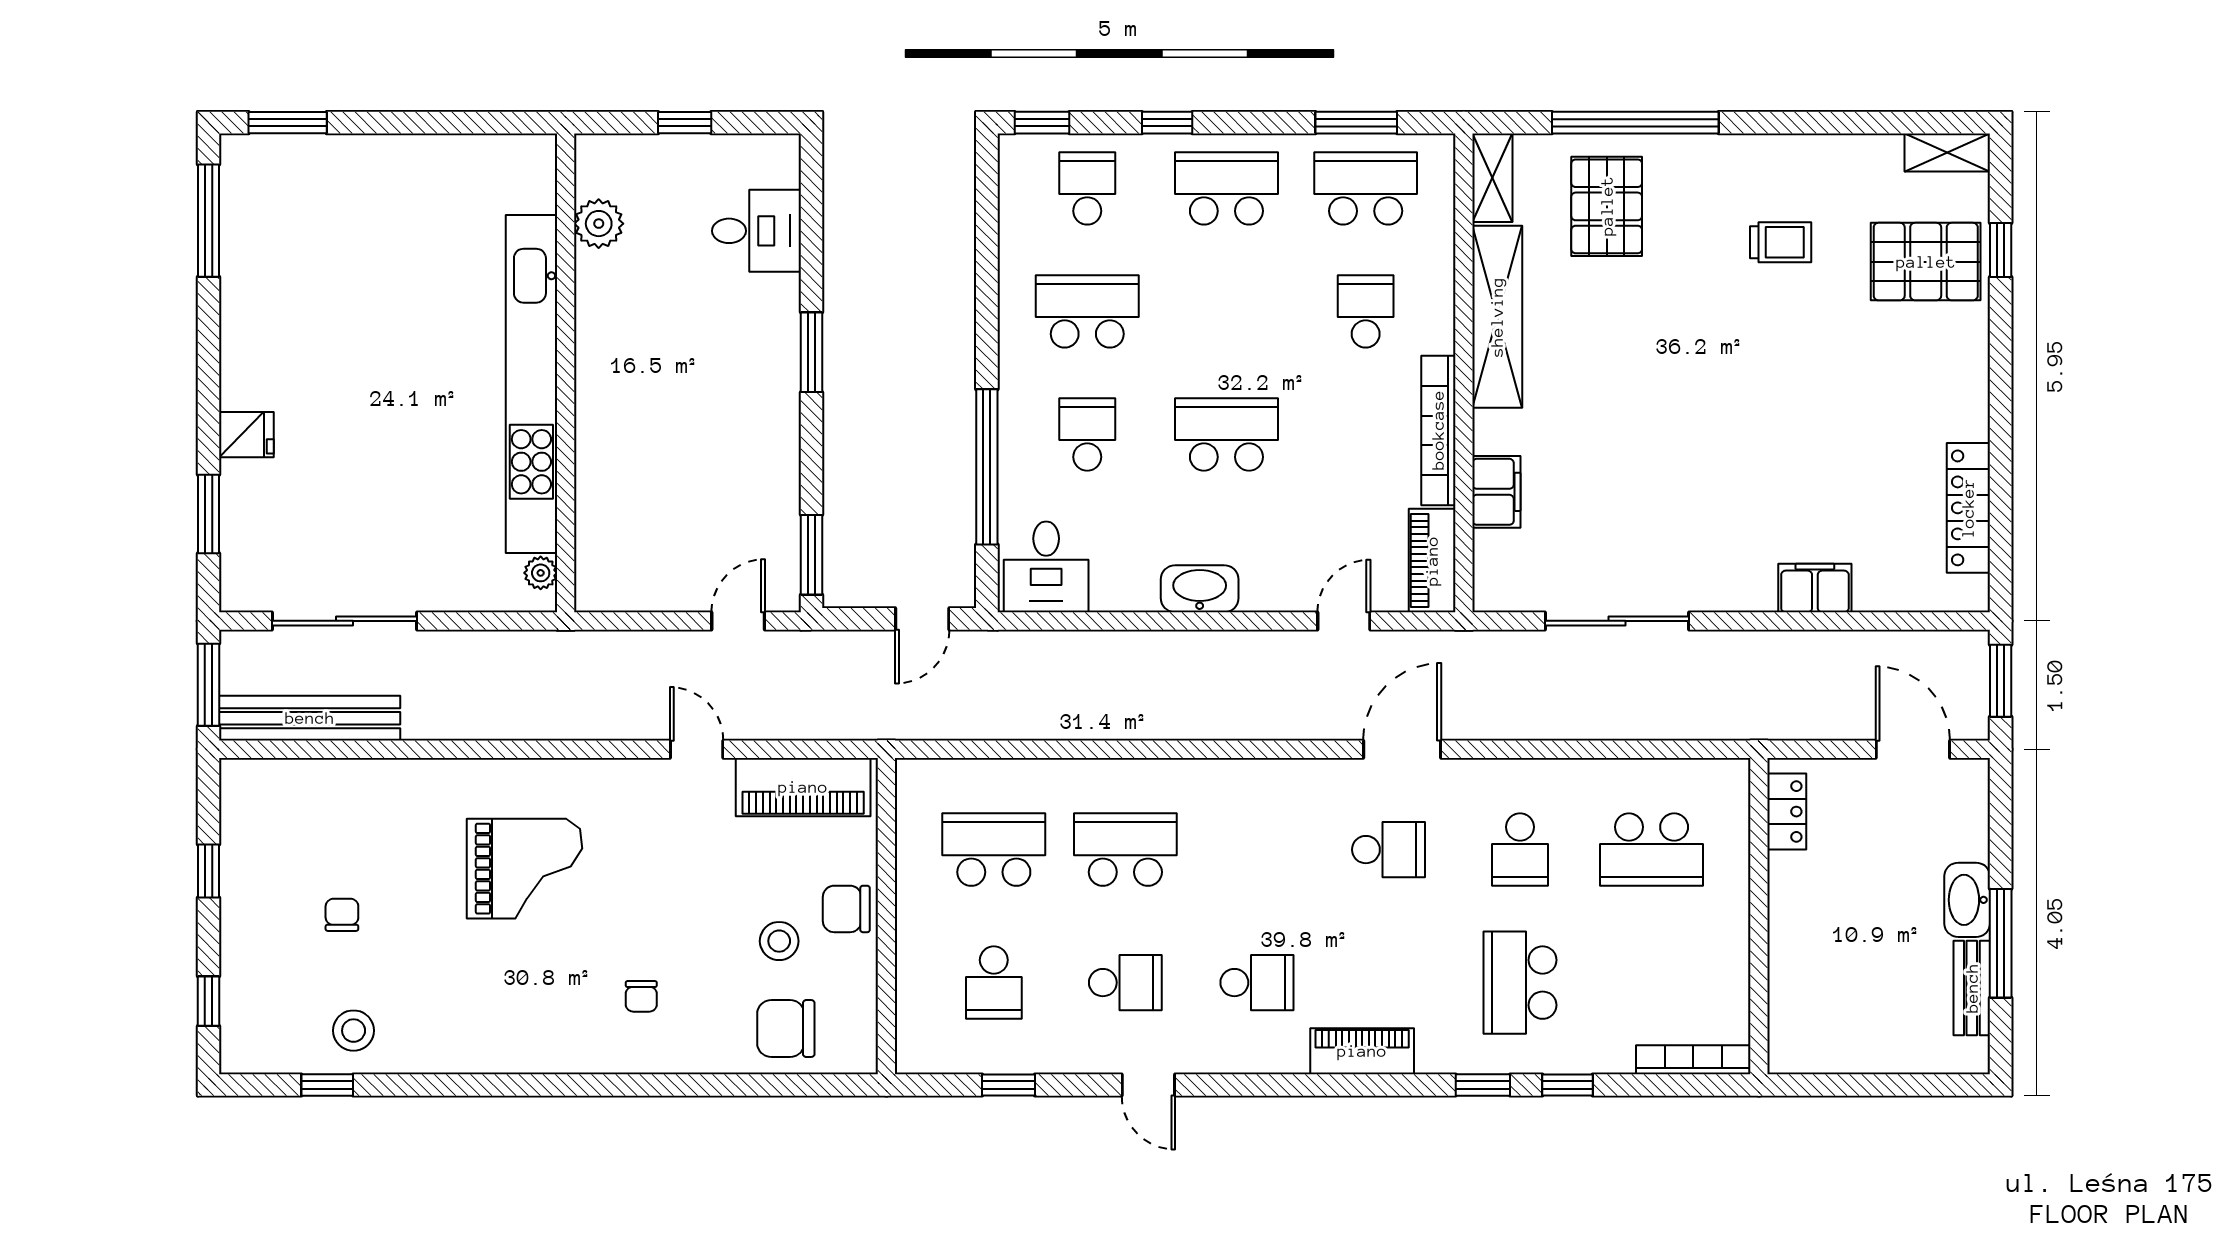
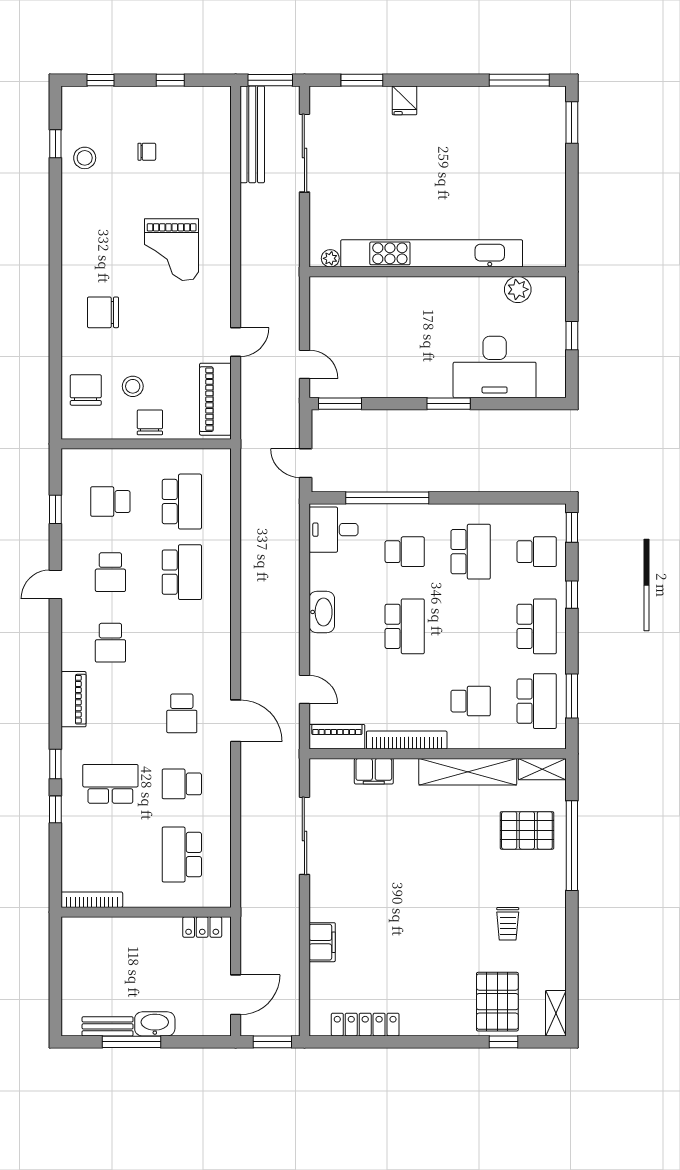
desk: (756, 231) -> (495, 367), width x1.87, depth x1.30
chair: (641, 996) -> (103, 312), width x1.87, depth x1.87
bookcase: (1693, 1060) -> (92, 900), moved, turned -90

